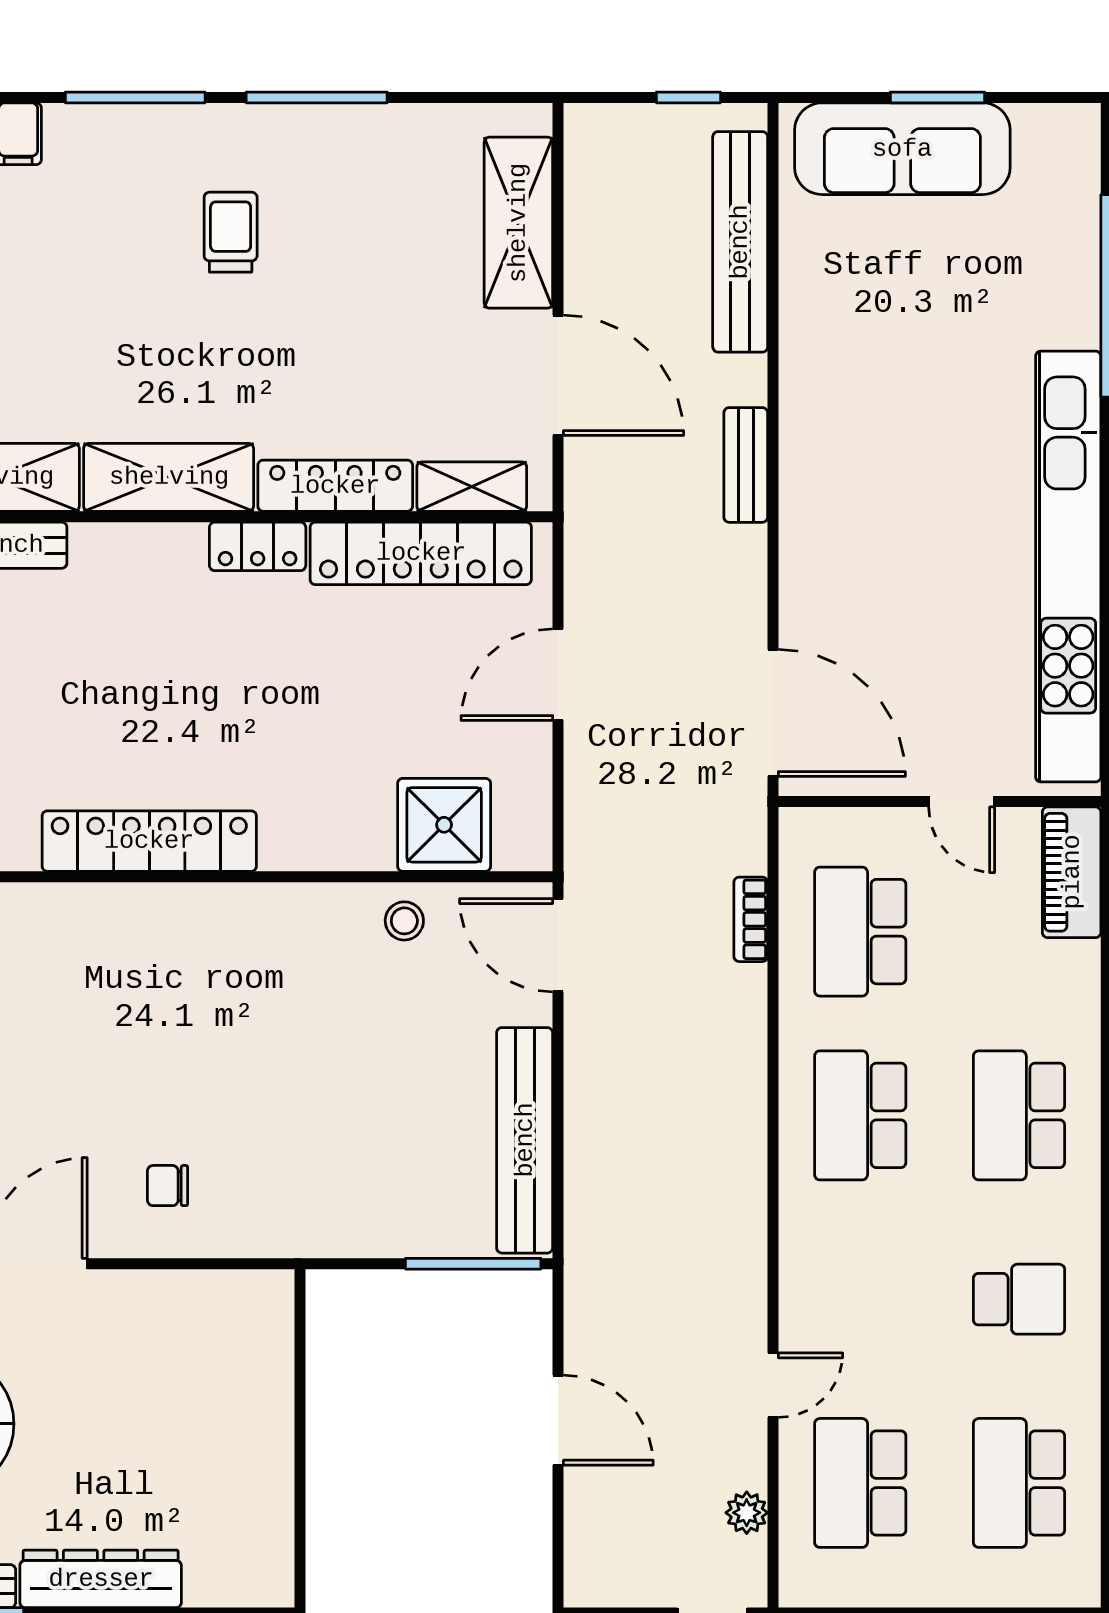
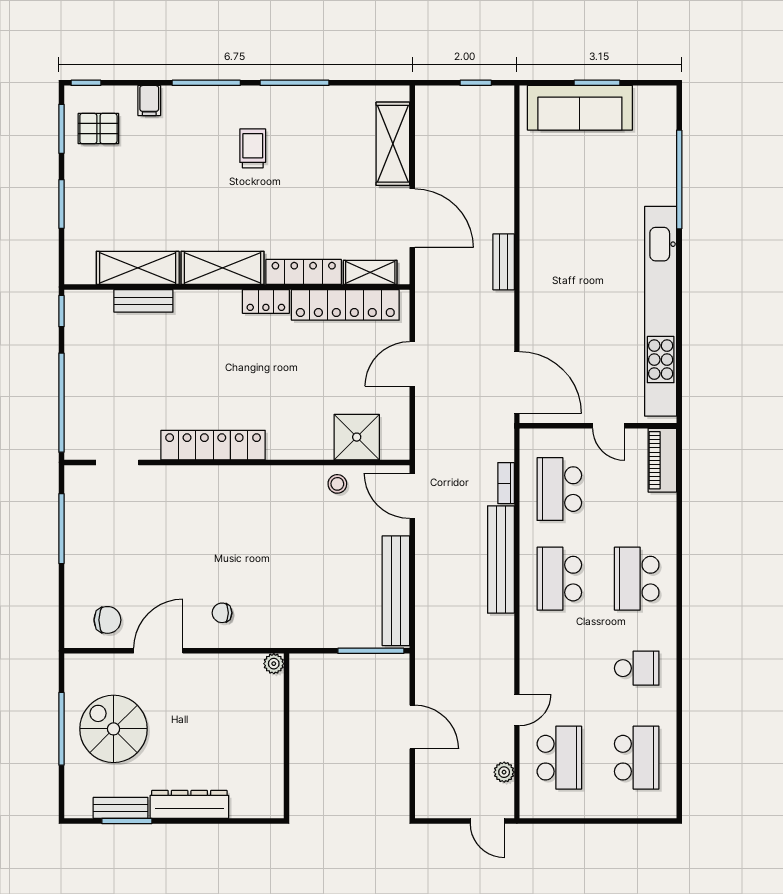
bench: (740, 242) -> (501, 560), moved
plant: (274, 1290) -> (274, 664), added
school desk: (860, 1483) -> (559, 758), turned 180
school desk: (1019, 1483) -> (637, 758), turned 180

